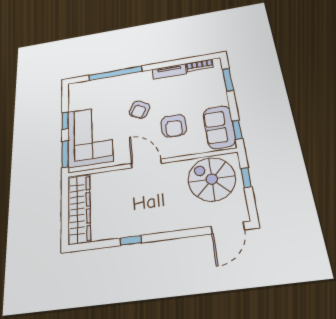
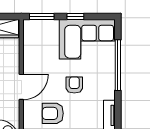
armchair: (139, 110) -> (74, 85), turned 62
corner sofa: (90, 136) -> (87, 39), moved

